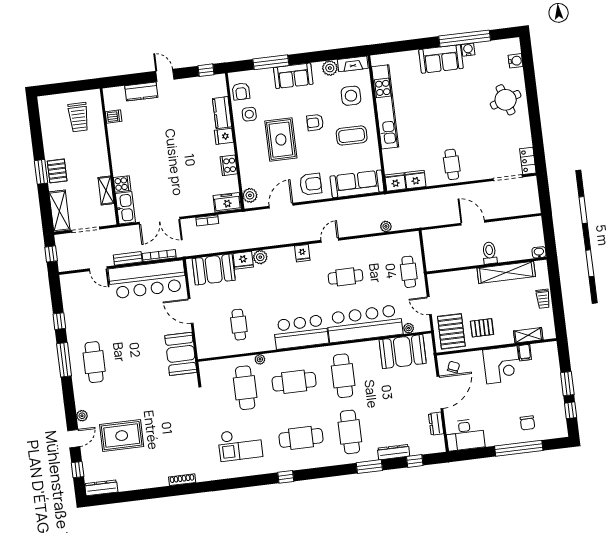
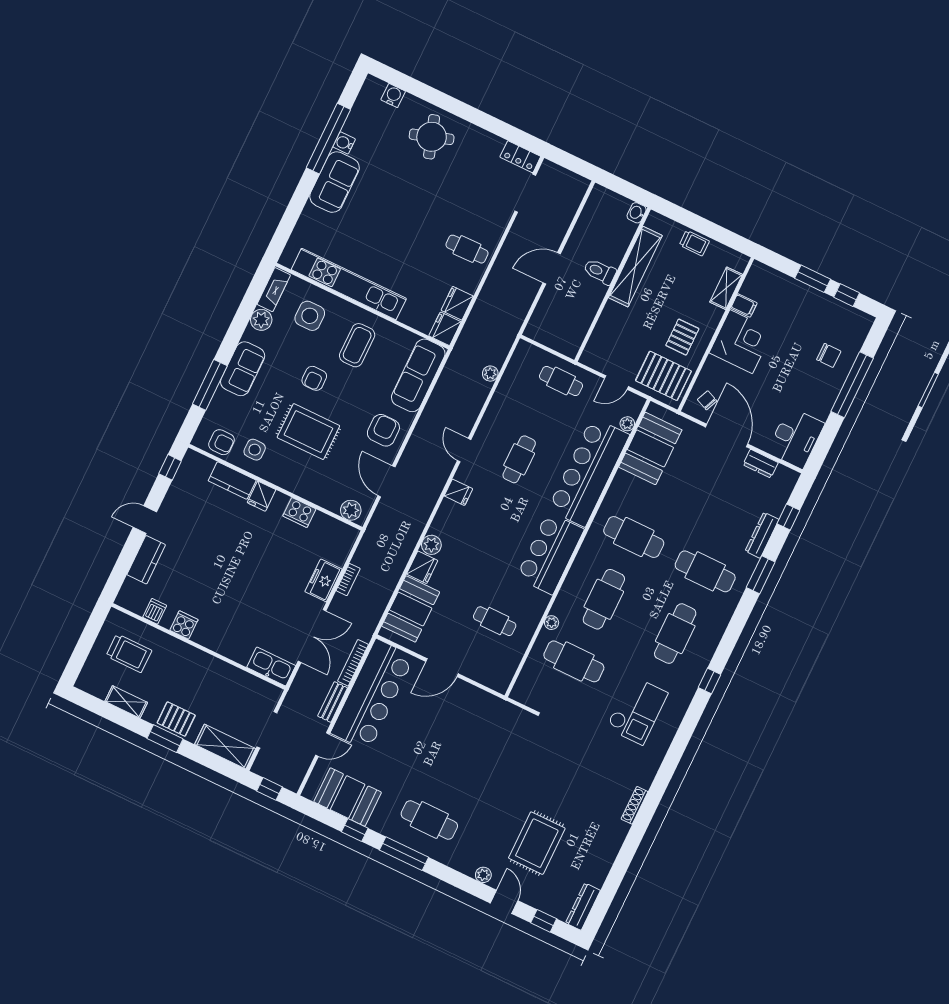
cooker: (122, 184) -> (184, 625), moved
shelving: (106, 190) -> (126, 702), moved
freezer: (227, 202) -> (323, 580), moved
booth: (181, 354) -> (348, 797), moved

